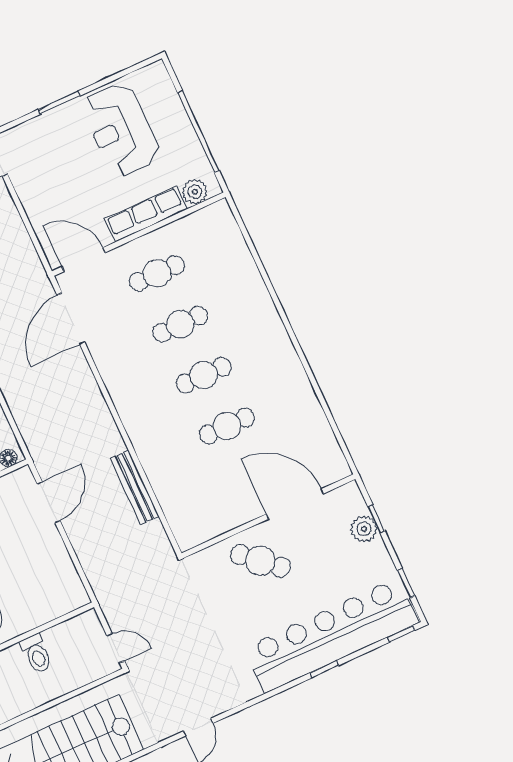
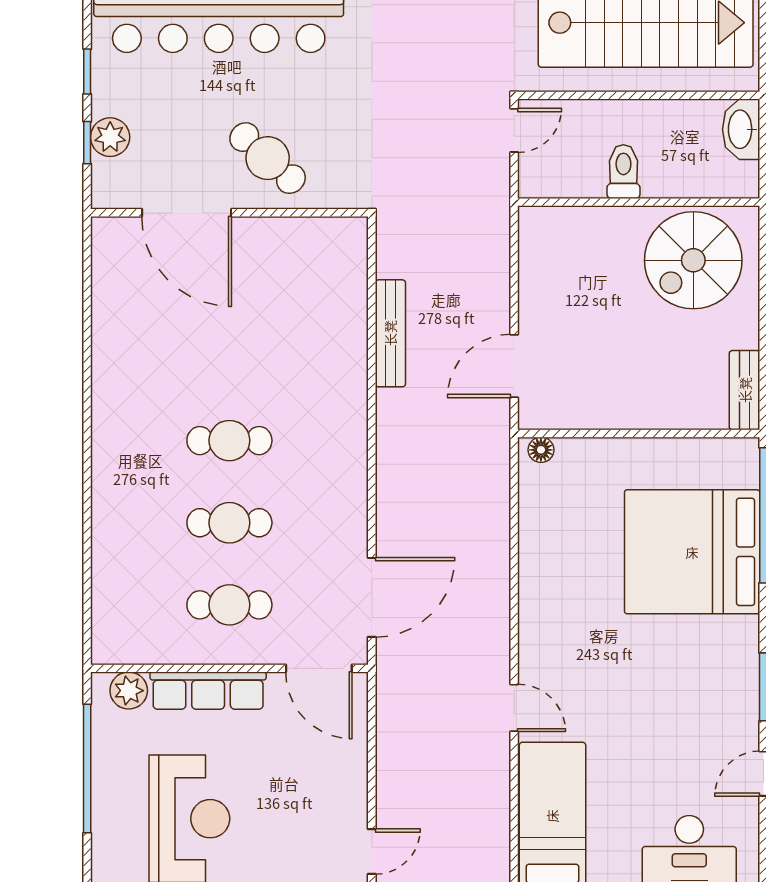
cafe table: (227, 426) -> (229, 358), removed
window: (406, 583) -> (87, 72), moved
door: (116, 648) -> (514, 130), swing flipped

